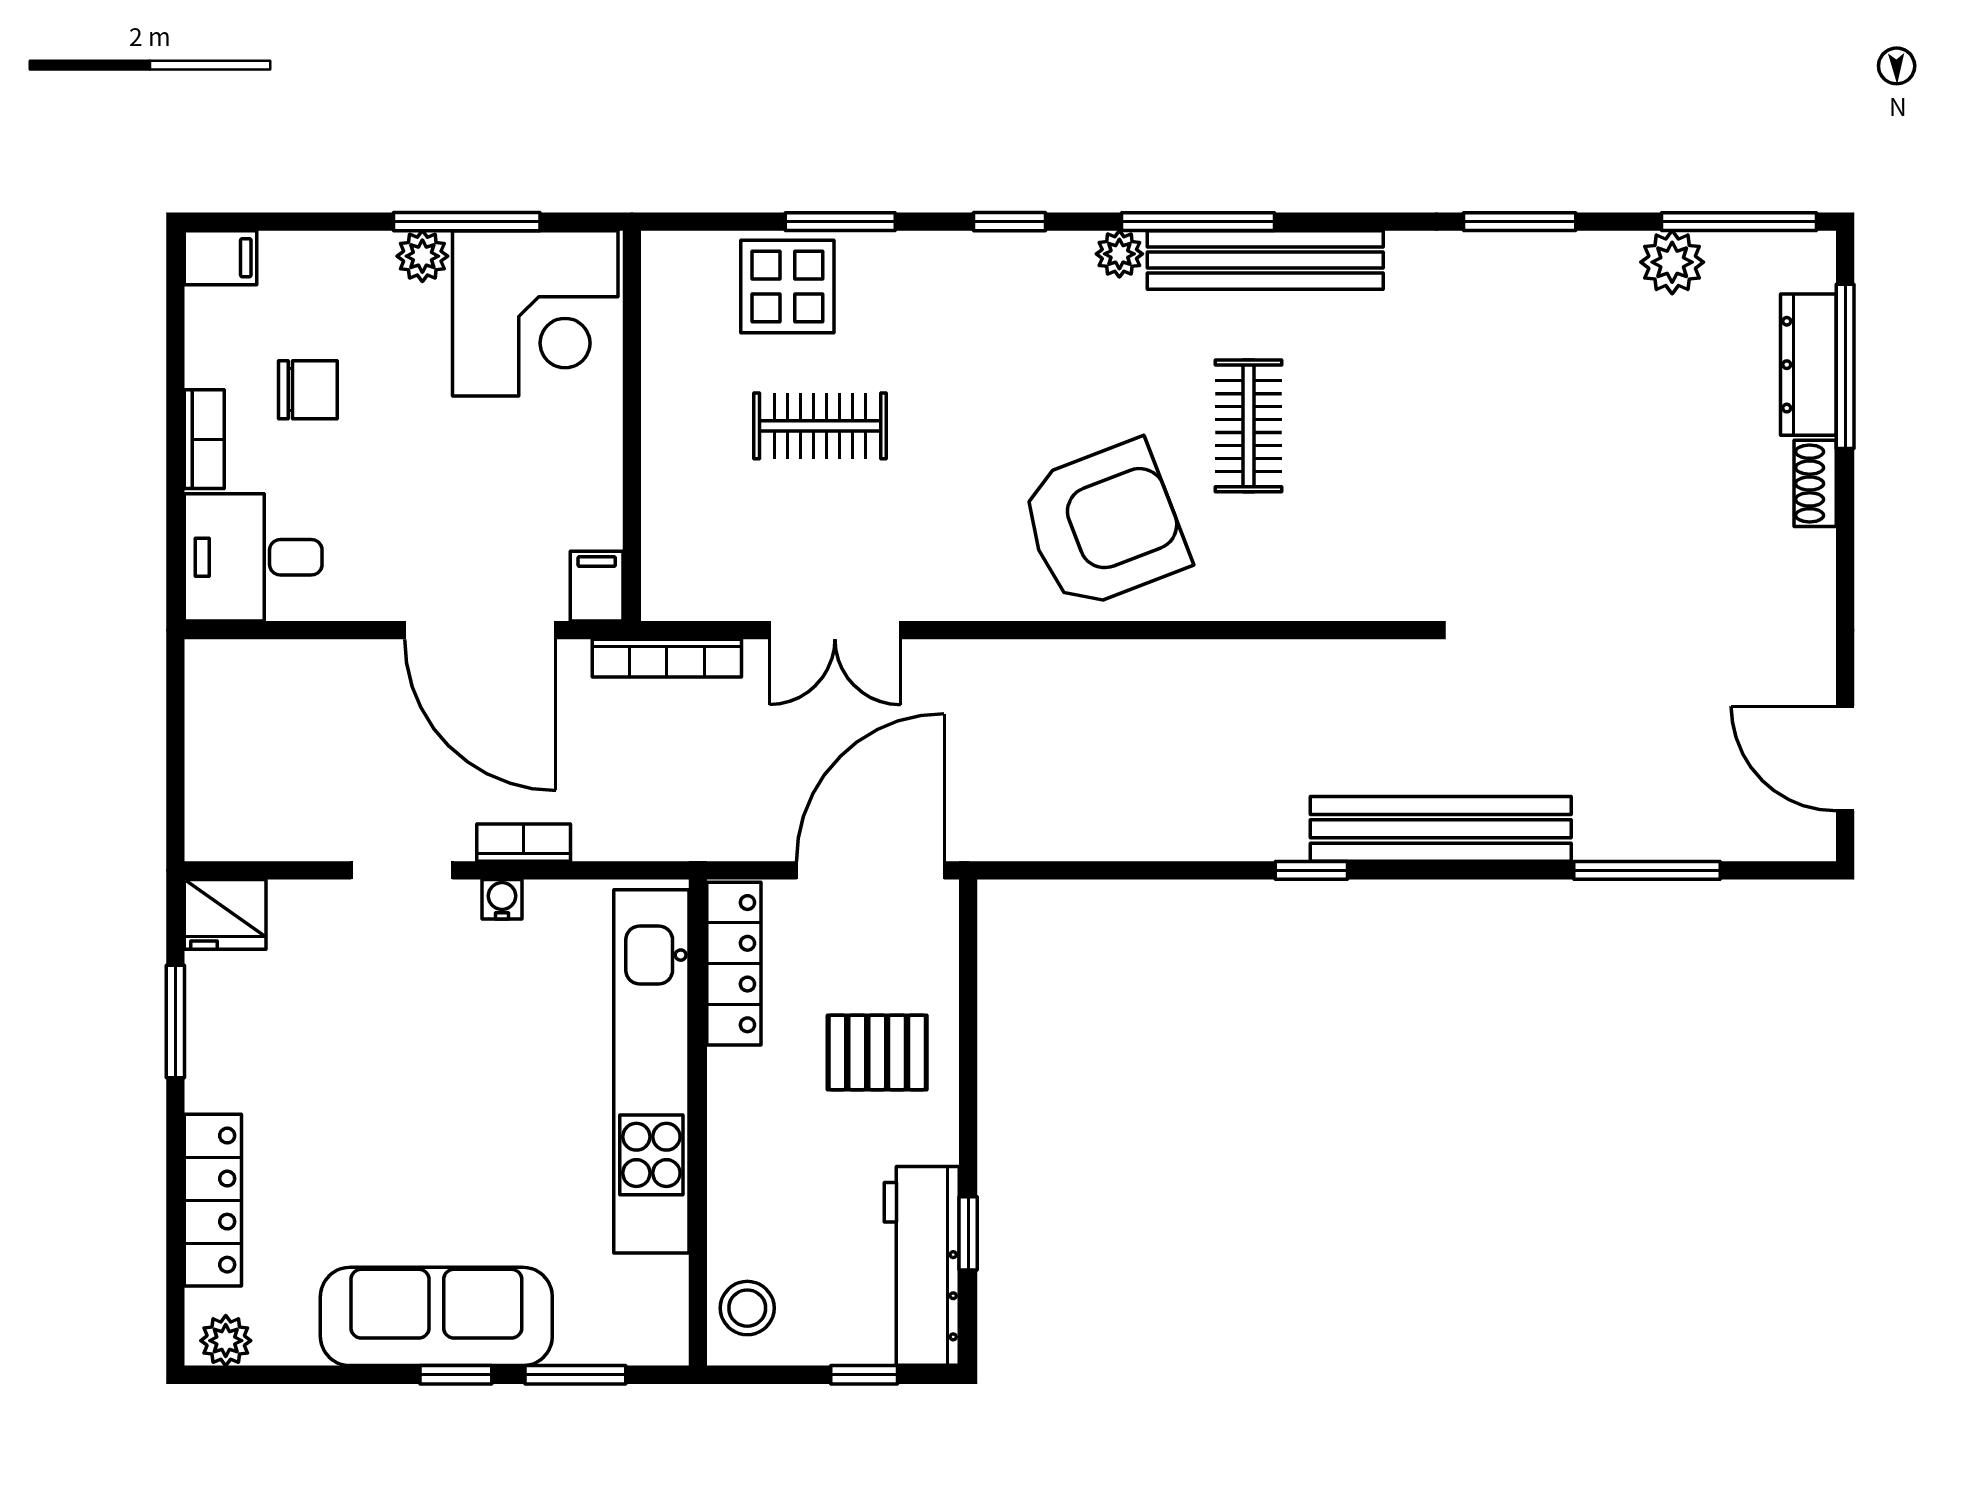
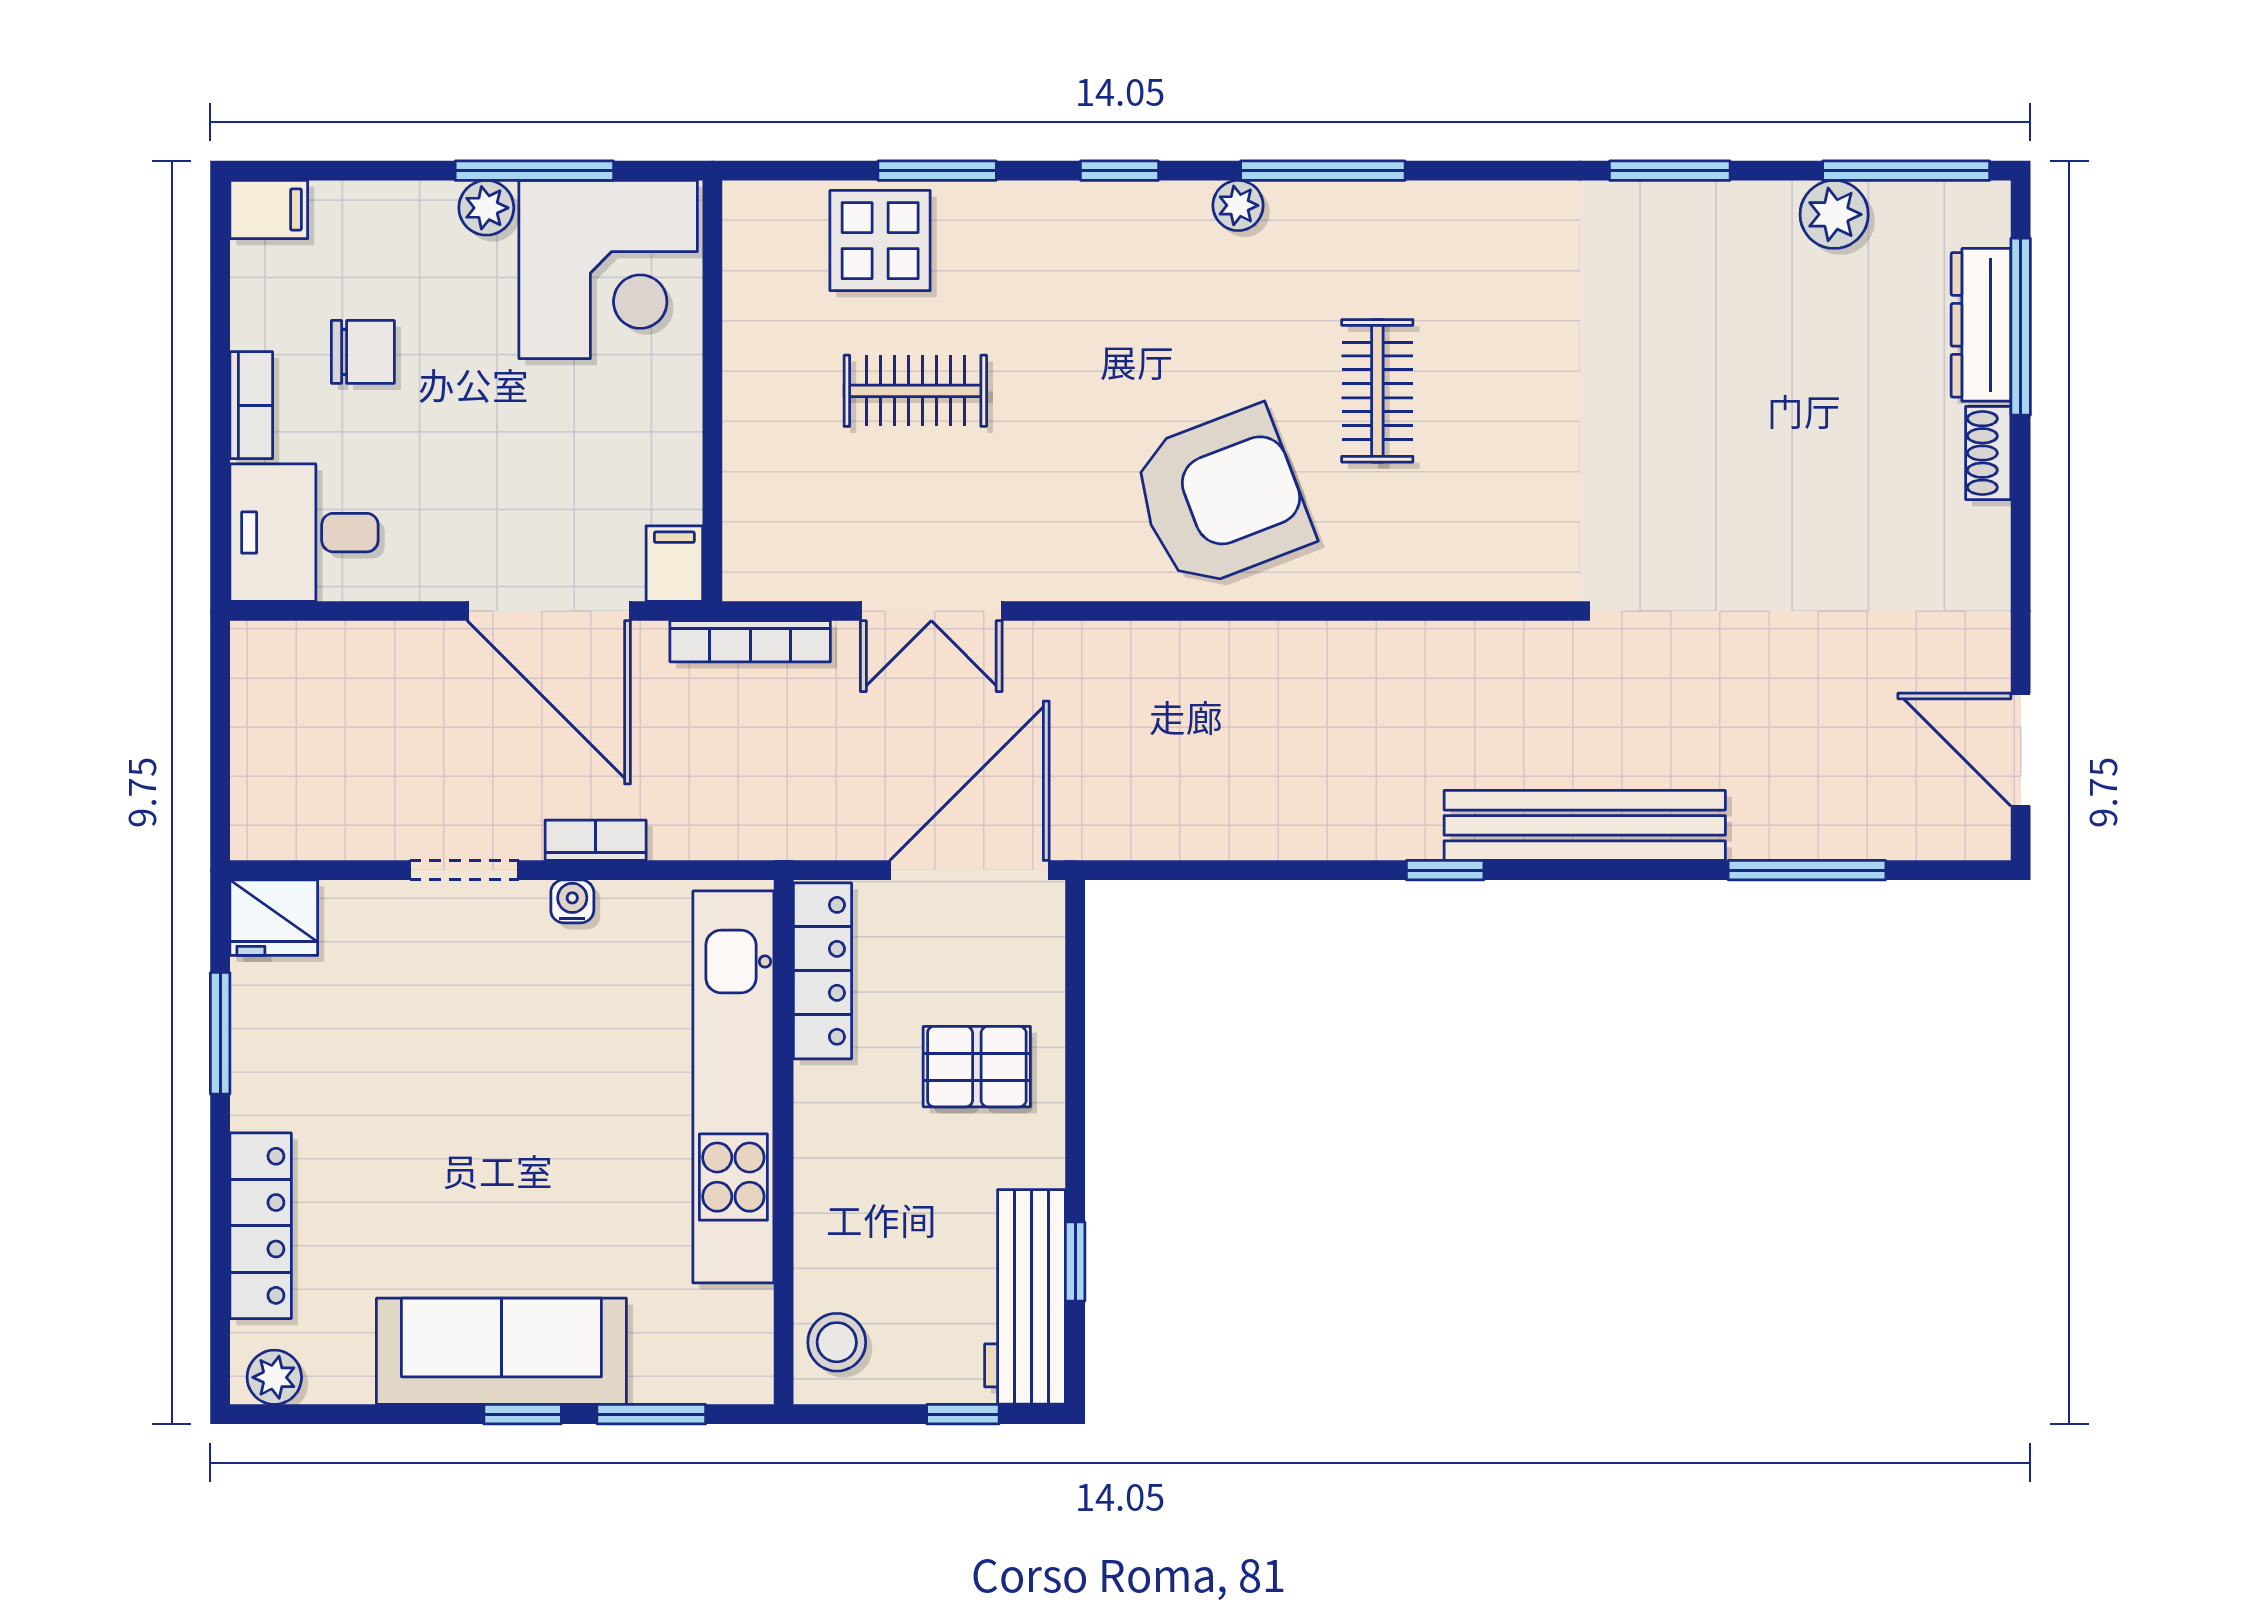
bench: (1265, 260) -> (1395, 212), removed

